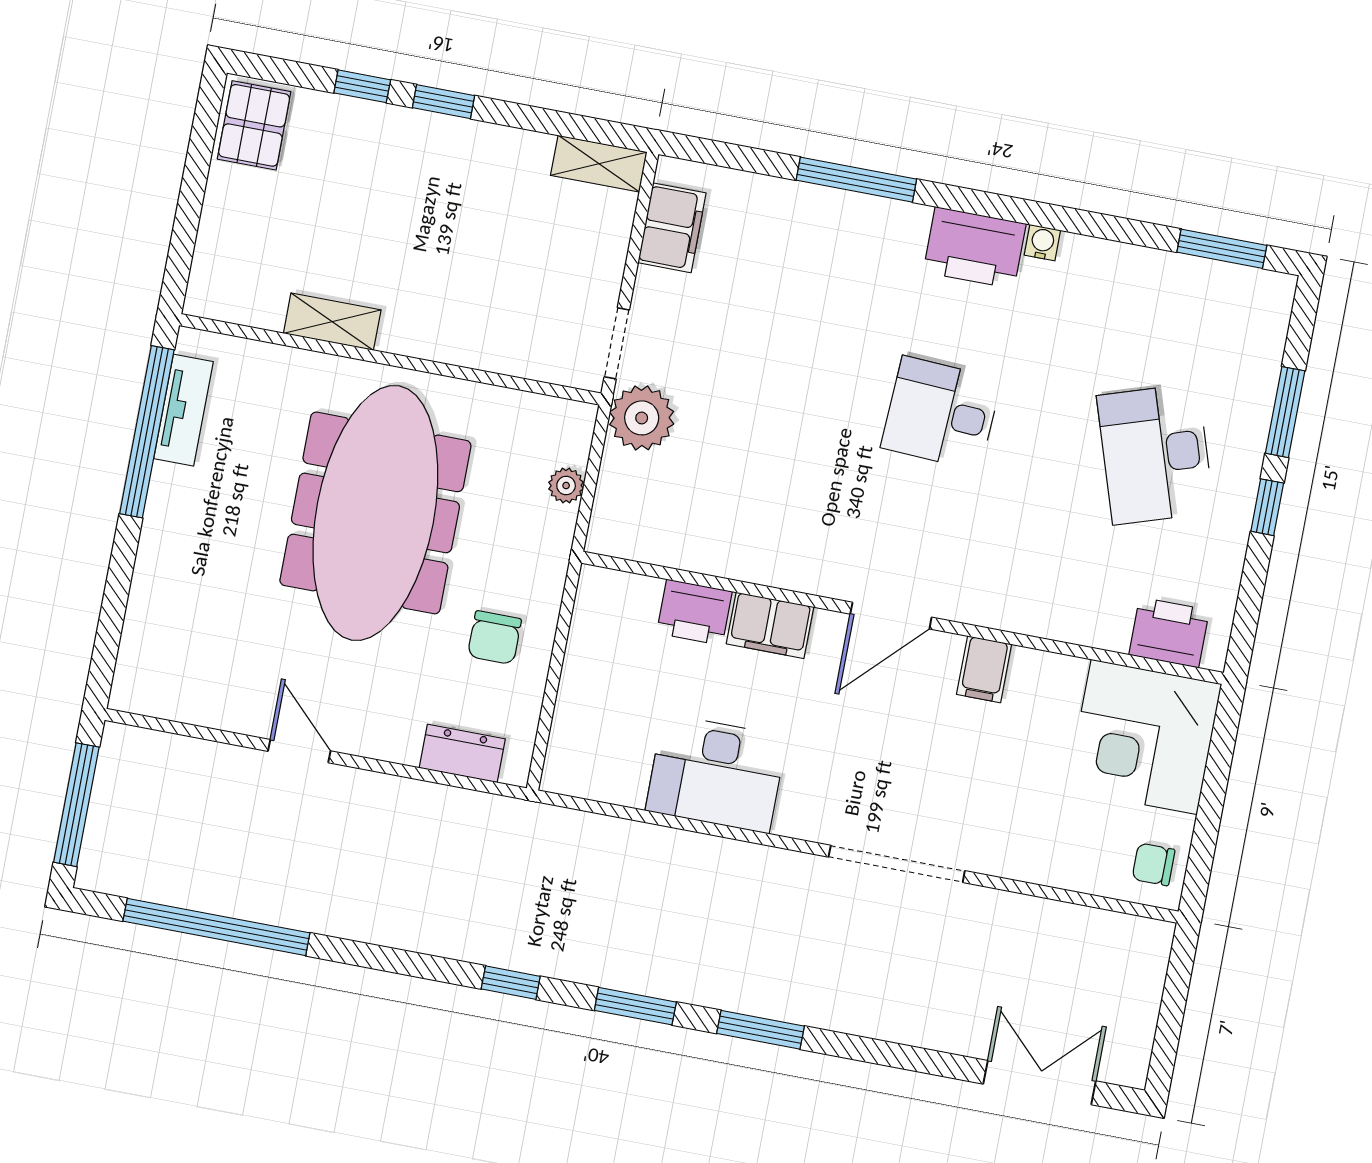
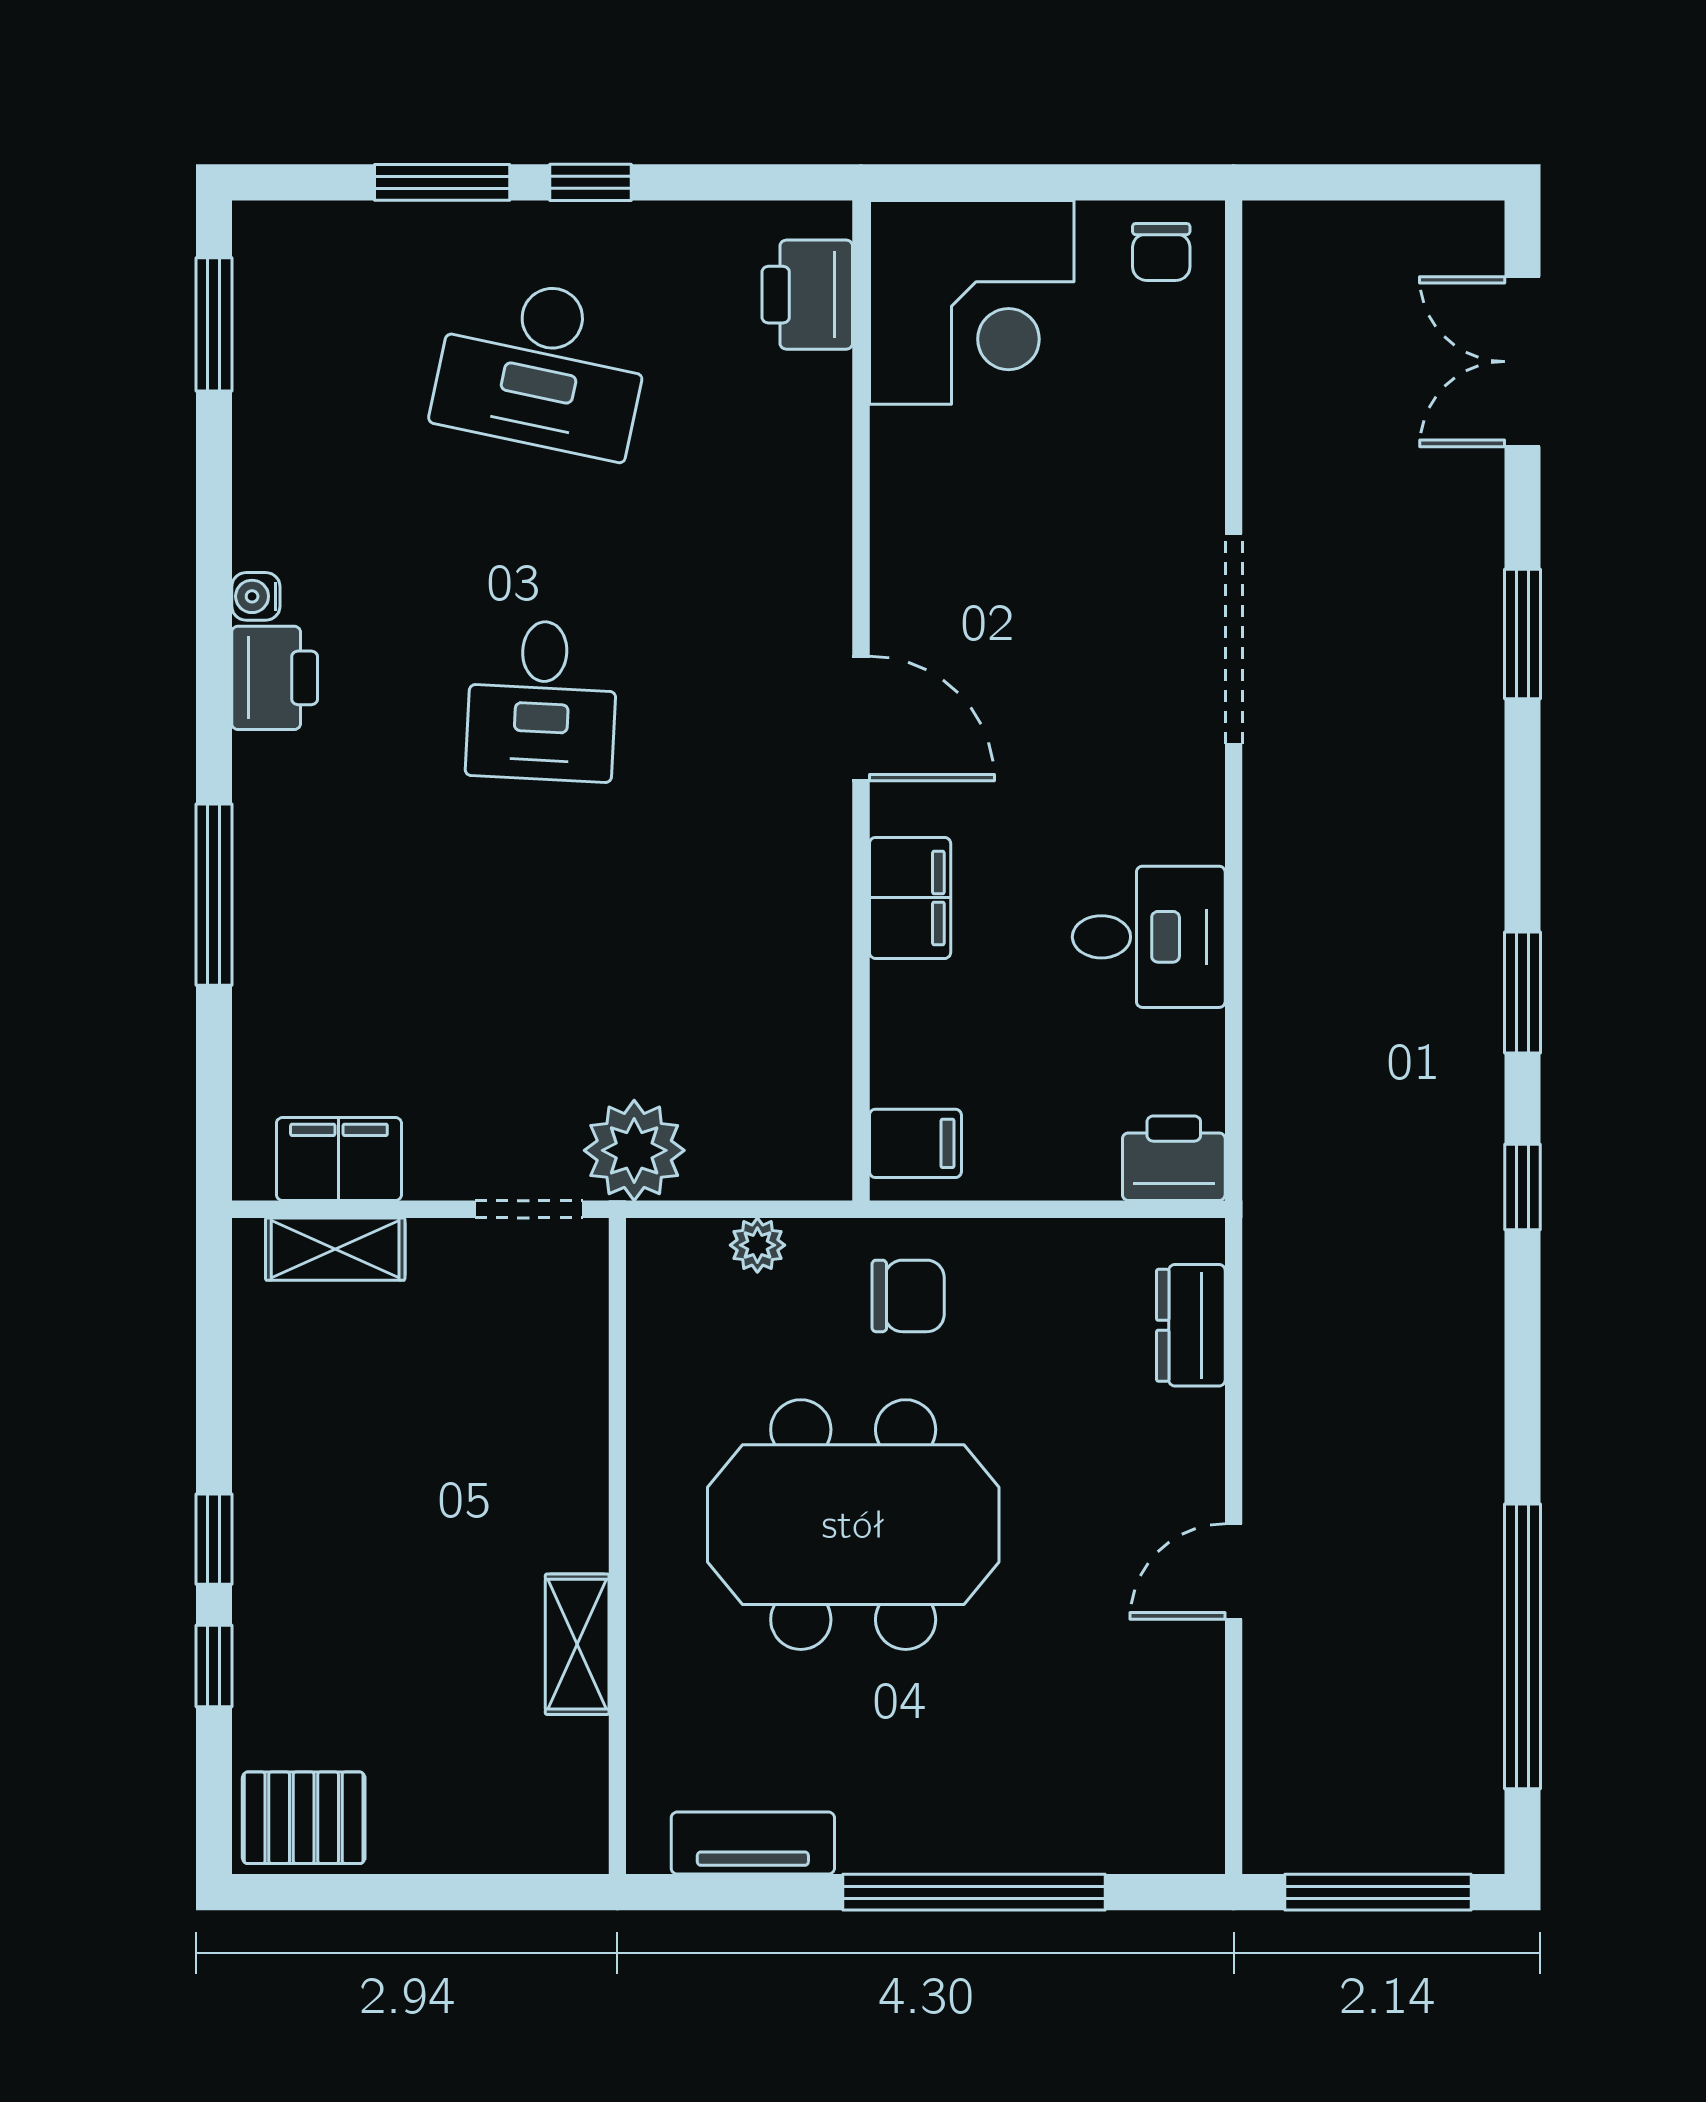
shelving: (599, 164) -> (335, 1249), moved, turned 90
printer: (975, 248) -> (275, 678), width x0.73, depth x0.84
window: (147, 432) -> (974, 1892), moved
desk: (1155, 454) -> (542, 366), turned 30
meeting table: (375, 513) -> (853, 1525), width x0.73
printer: (694, 612) -> (1174, 1158), moved, turned -90
chair: (495, 638) -> (908, 1296), moved
filing cabinet: (984, 669) -> (915, 1143), moved
desk: (716, 773) -> (1149, 937), width x0.73
window: (761, 1030) -> (1522, 634), moved

